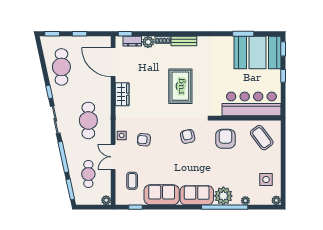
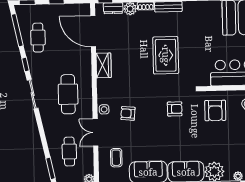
cafe table: (61, 67) -> (38, 38), width x0.73, depth x0.74
armchair: (188, 136) -> (175, 109), turned 102
armchair: (225, 139) -> (215, 110), turned 180
window: (63, 157) -> (17, 30), moved

